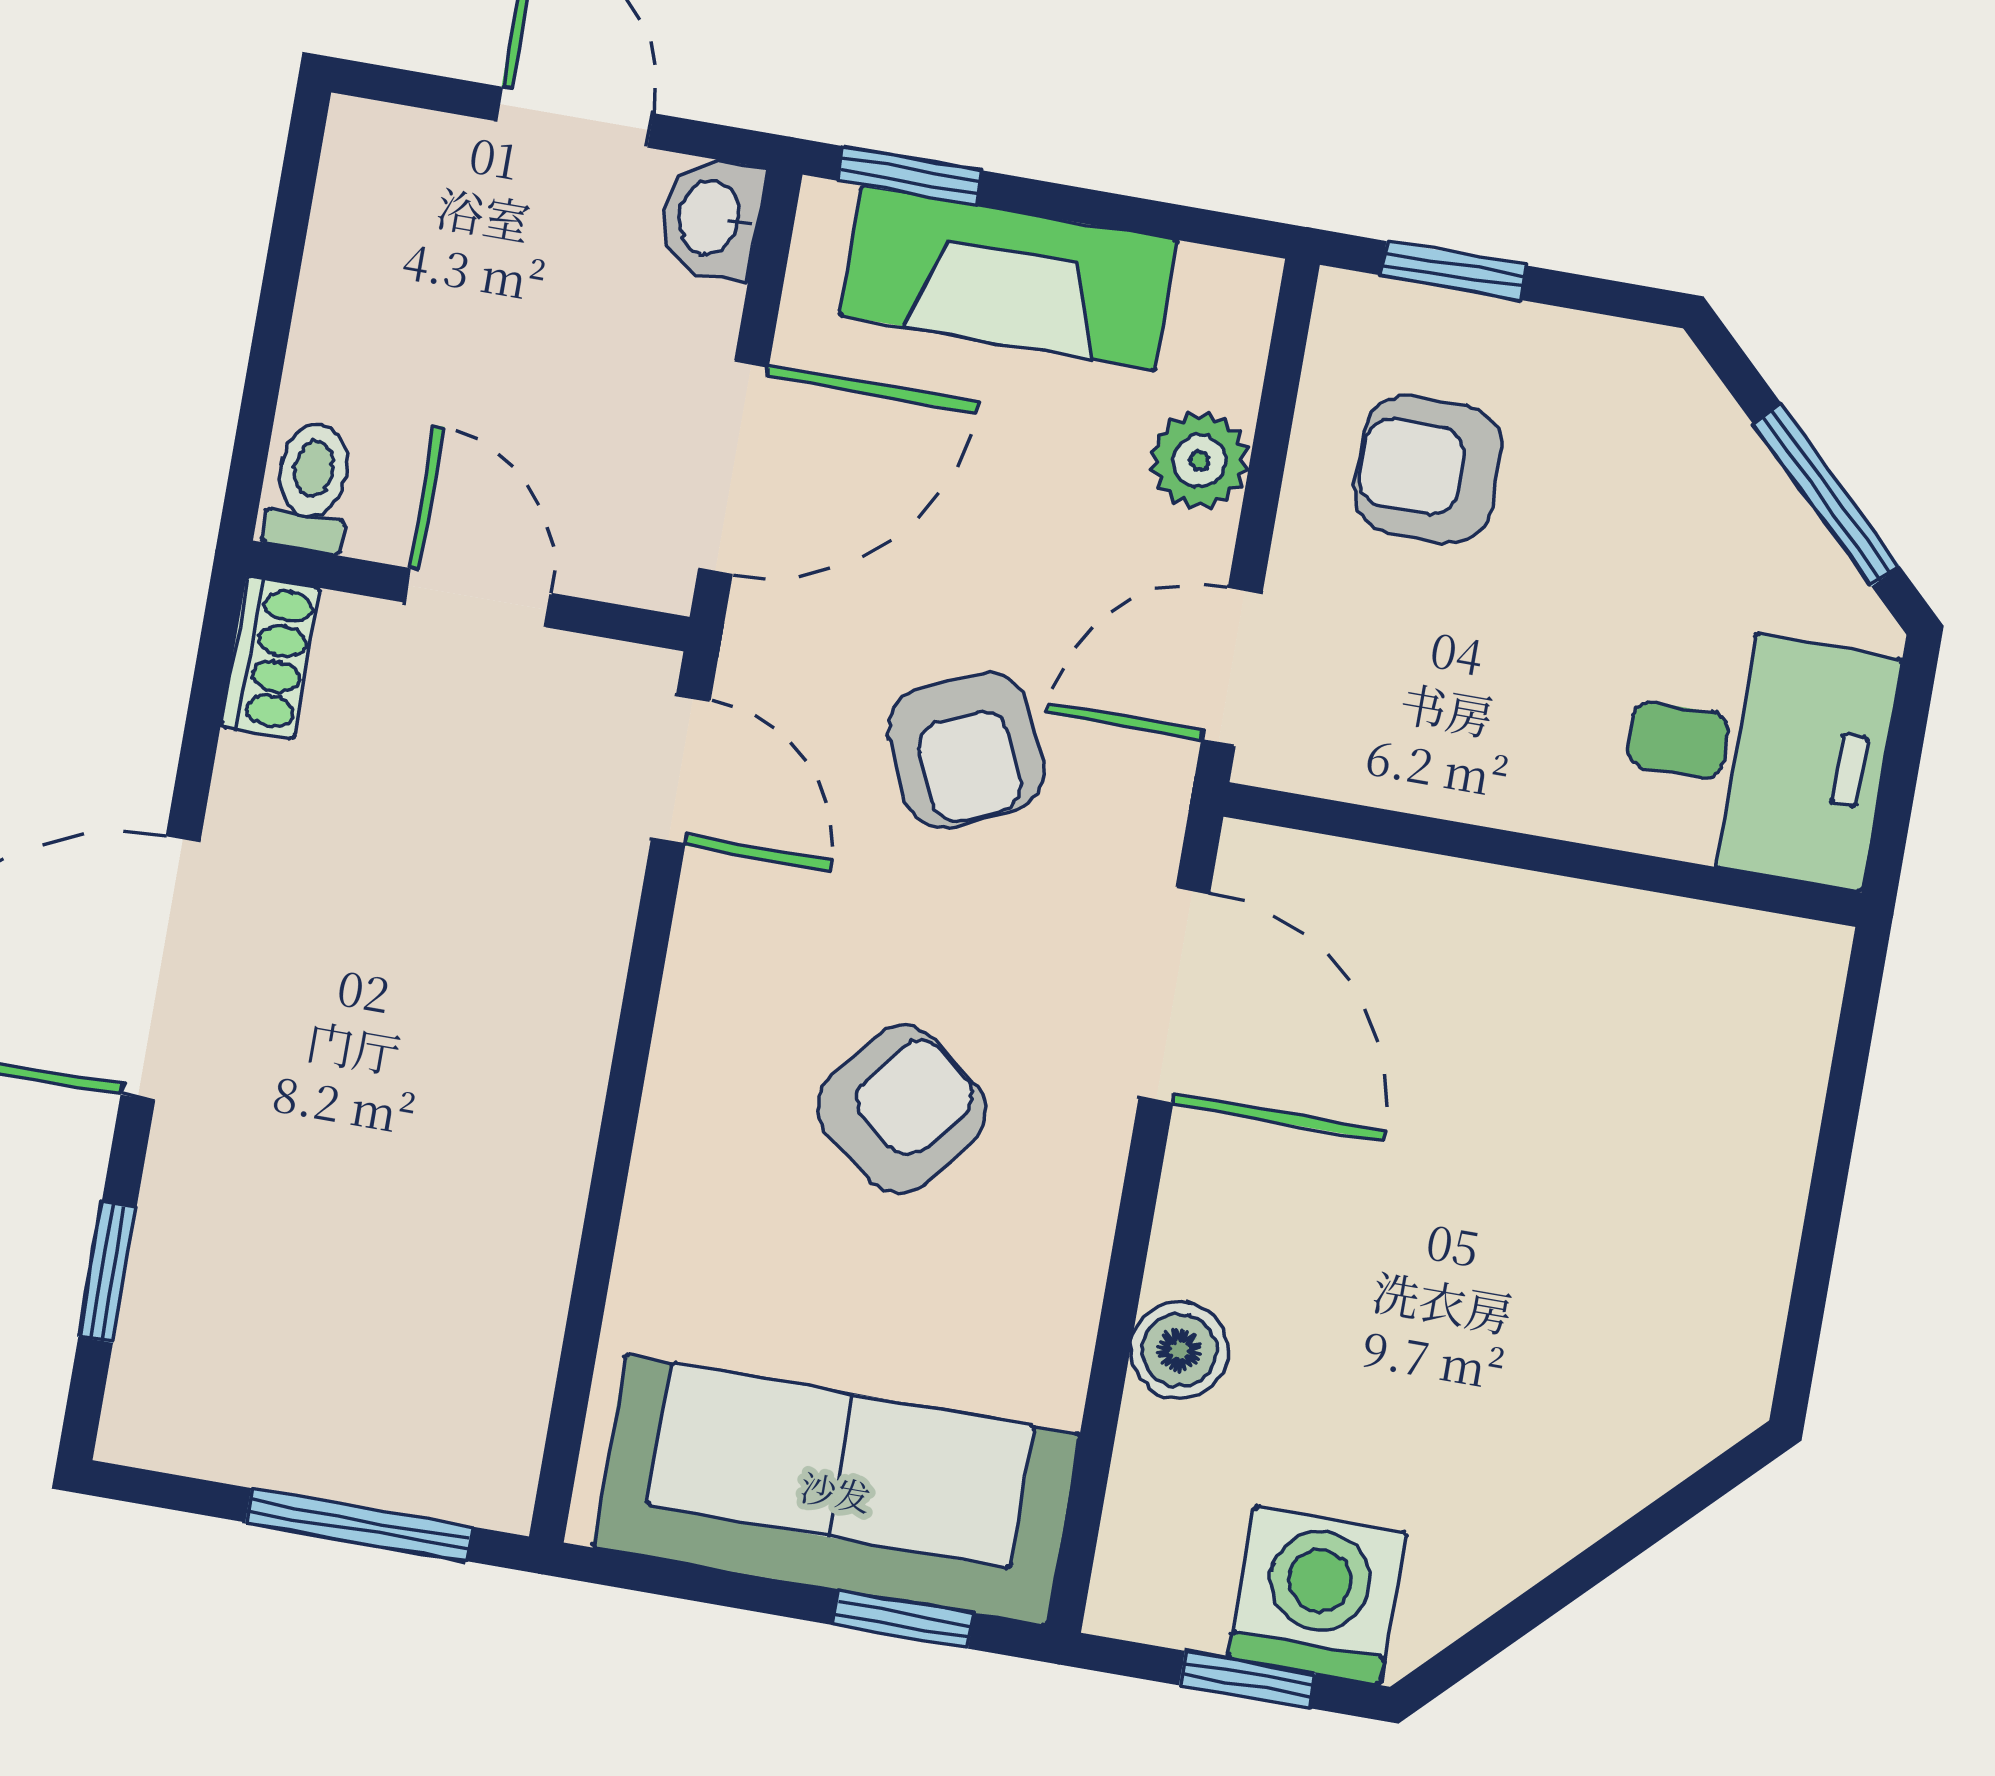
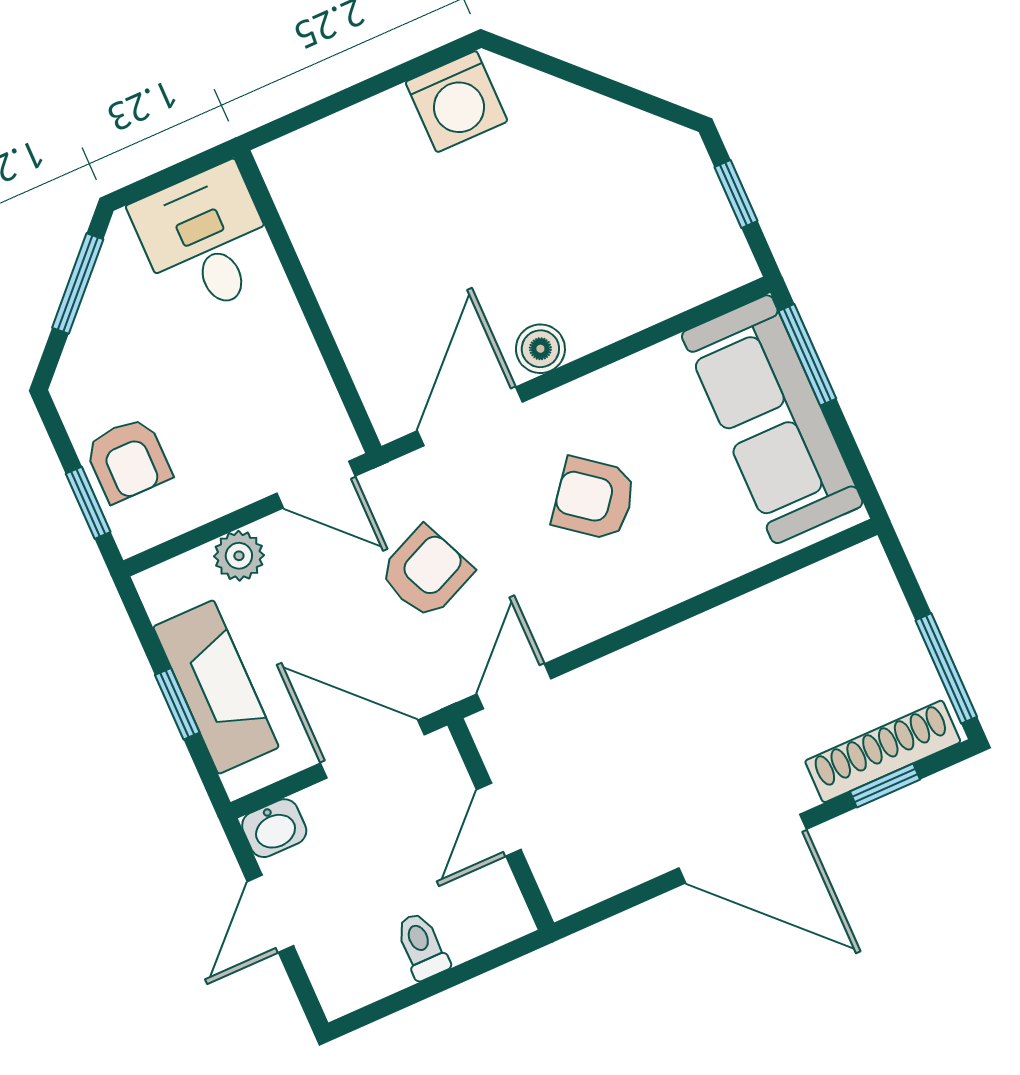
window: (910, 176) -> (177, 704), moved
armchair: (1428, 469) -> (128, 460), moved
toilet: (311, 486) -> (422, 946), moved, turned 90
shoe rack: (270, 657) -> (883, 751), moved, width x1.94, depth x1.24
boiler: (1179, 1350) -> (540, 349), moved
window: (359, 1525) -> (946, 668), moved
washing machine: (1317, 1596) -> (456, 102), moved, turned -90
window: (903, 1620) -> (807, 355), width x1.50

